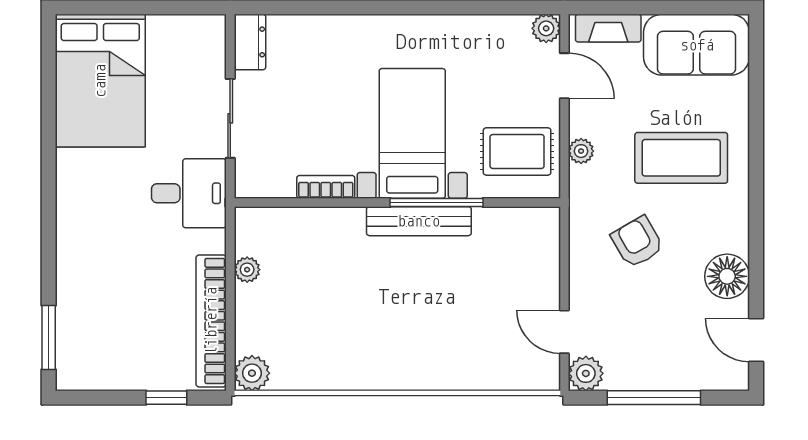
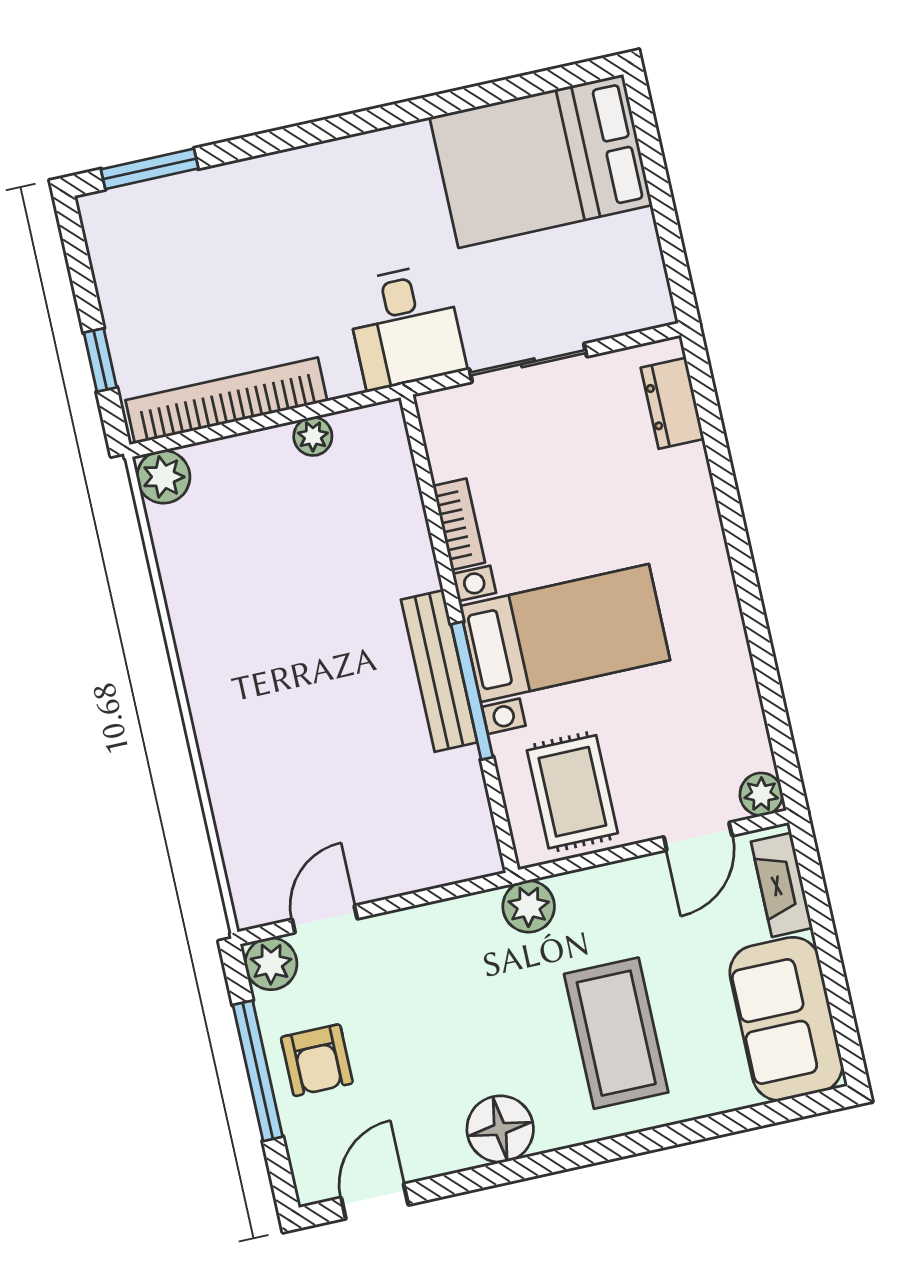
dresser: (250, 42) -> (672, 403), moved, turned 90
plant: (581, 151) -> (529, 906), moved, width x1.37, depth x1.37
armchair: (637, 242) -> (317, 1060), moved, turned 120
floor lamp: (727, 276) -> (500, 1129), moved

